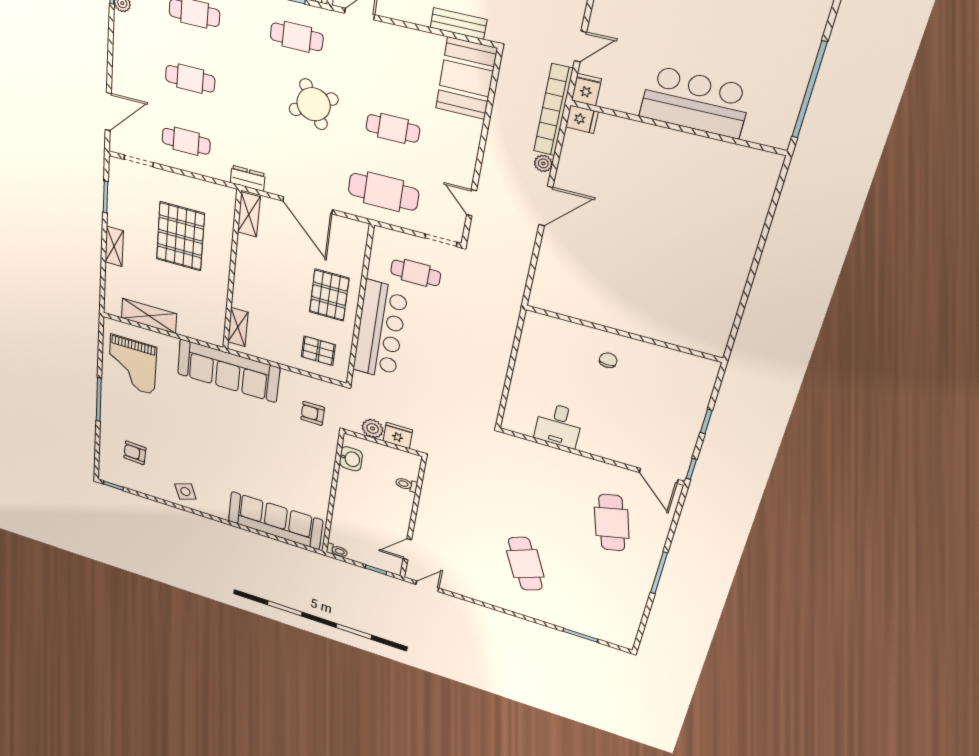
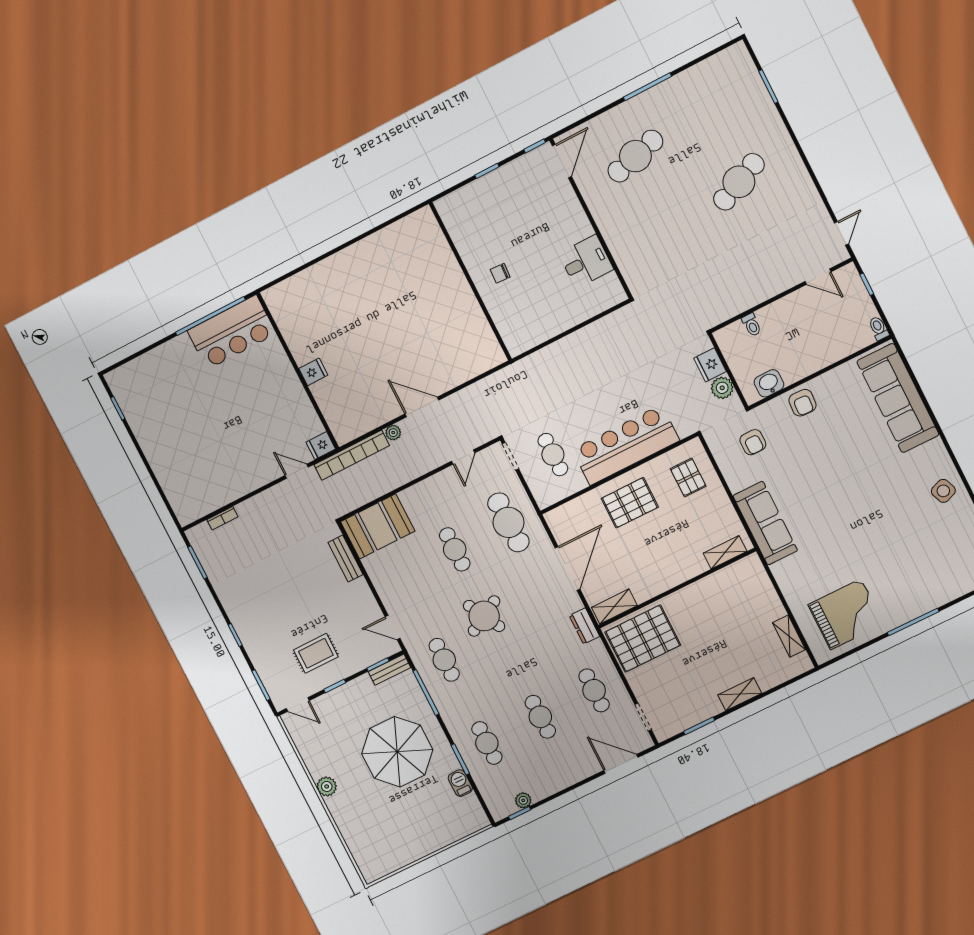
bar counter: (695, 102) -> (232, 332), moved, turned -90
fridge: (582, 119) -> (313, 372), moved, turned 90
pallet: (180, 236) -> (643, 639), moved
shelving: (149, 316) -> (789, 636), width x0.67, depth x0.75
sofa: (228, 371) -> (765, 523), width x0.74, depth x0.79
armchair: (135, 453) -> (802, 403), moved
door: (427, 586) -> (841, 233), swing flipped

